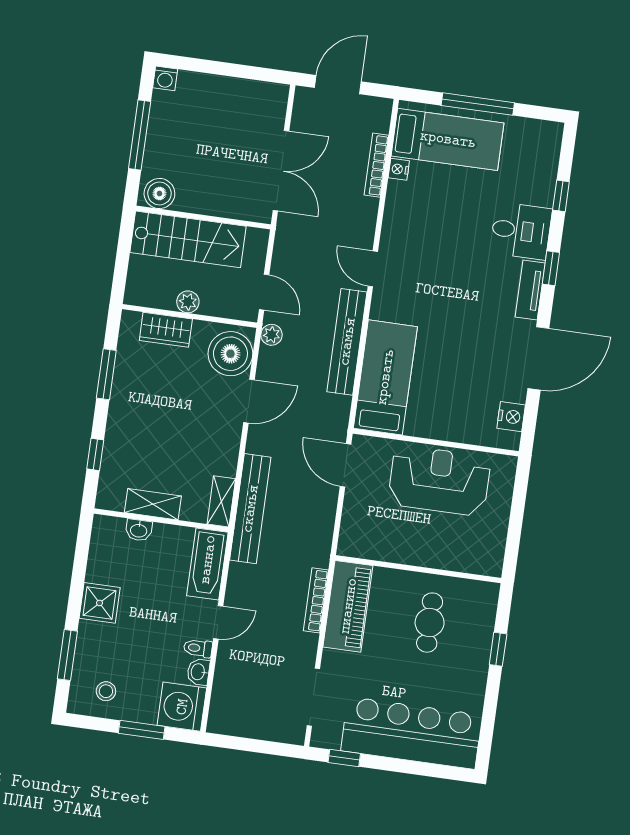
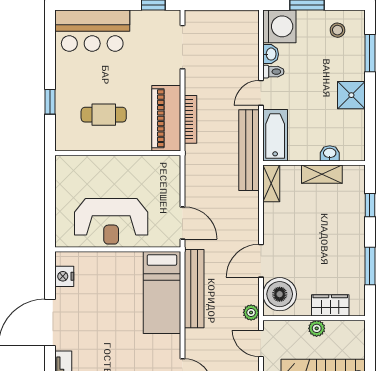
bench: (347, 342) -> (194, 289), moved
bench: (250, 509) -> (249, 150), moved
cafe table: (430, 623) -> (104, 115), turned 90
bar counter: (411, 733) -> (92, 31), width x0.73

